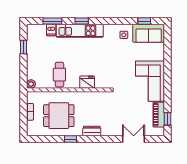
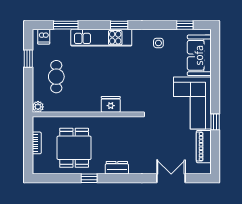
window: (82, 21) -> (119, 25), moved
dishwasher: (51, 30) -> (44, 37), moved
sofa: (149, 33) -> (199, 55), moved, turned 90
cafe table: (59, 75) -> (56, 77), moved
dining table: (59, 116) -> (74, 148), turned 90
window: (167, 119) -> (215, 122), moved

